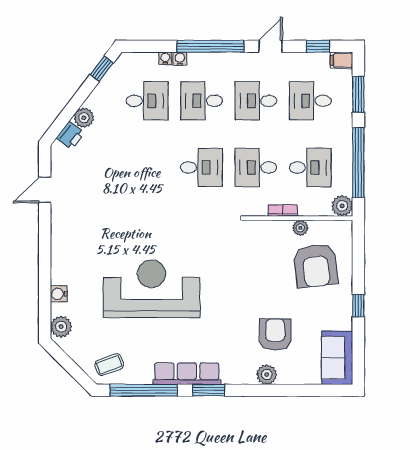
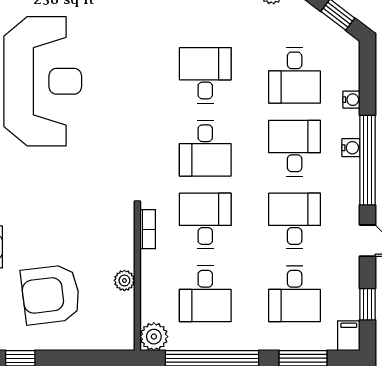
water cooler: (180, 59) -> (351, 148), moved
desk: (310, 101) -> (295, 294), turned 180
desk: (147, 168) -> (205, 75), added
bookcase: (283, 211) -> (148, 229), moved
armchair: (316, 266) -> (51, 295), moved

